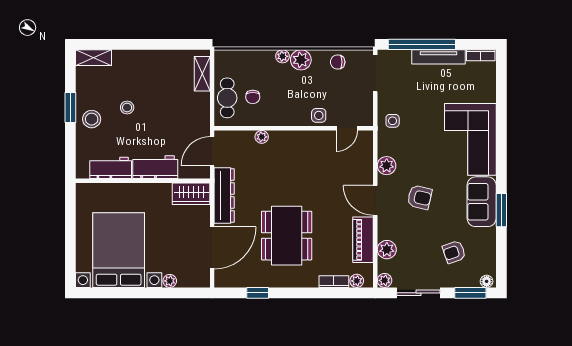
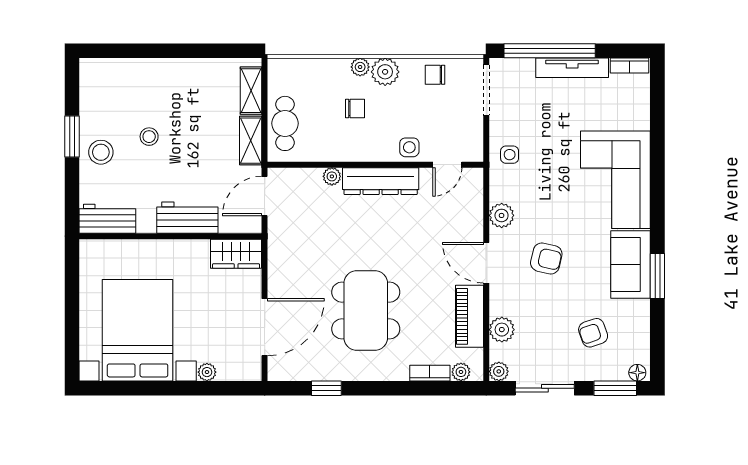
shelving: (94, 58) -> (251, 141), moved, turned 90
chair: (253, 97) -> (355, 109), moved, turned -90
workbench: (111, 168) -> (107, 219), moved
dresser: (224, 195) -> (381, 181), moved, turned 90

